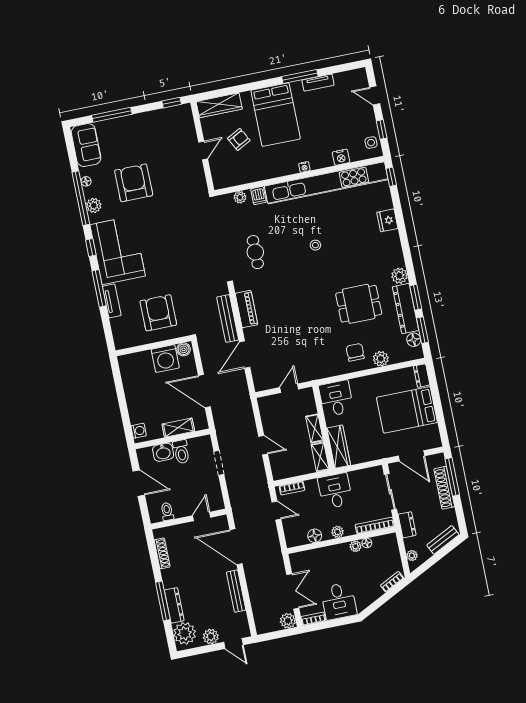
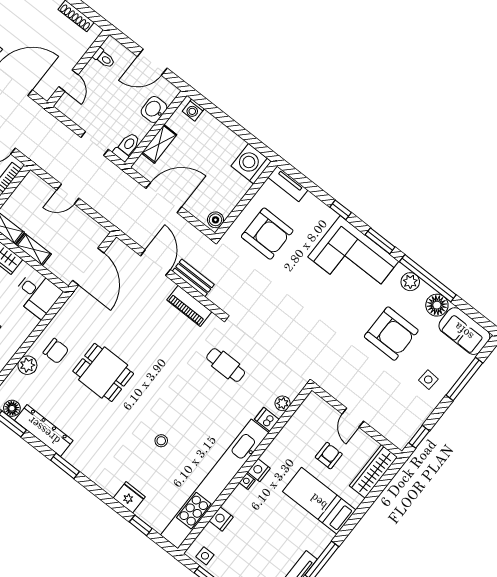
bed: (276, 115) -> (319, 501), width x0.67
side table: (135, 134) -> (428, 380), added
armchair: (239, 139) -> (329, 456), turned -152
nightstand: (291, 168) -> (259, 470), added
window: (391, 177) -> (141, 525), moved
floor lamp: (86, 181) -> (437, 305), width x1.89, depth x1.89
stool: (315, 245) -> (161, 441), moved
window: (91, 247) -> (380, 241), width x1.50
plant: (399, 276) -> (75, 456), removed
window: (99, 288) -> (341, 210), width x0.46
window: (416, 297) -> (65, 466), moved
tv unit: (112, 301) -> (288, 184), moved
dining table: (359, 304) -> (103, 372), moved, turned 90
bench: (228, 319) -> (193, 278), width x0.73
washing machine: (165, 359) -> (251, 164), moved
door: (289, 388) -> (88, 267), width x1.88
toilet: (181, 452) -> (127, 147), moved, turned 90

